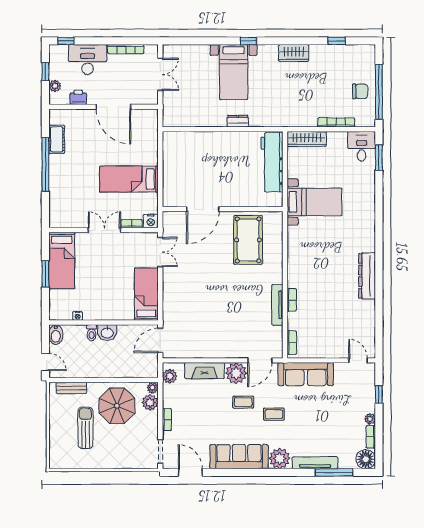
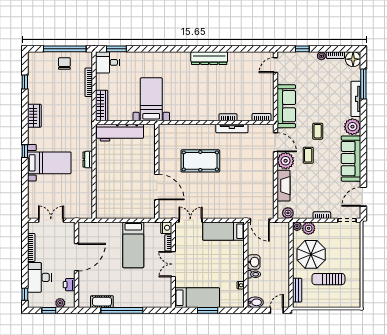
pool table: (248, 240) -> (200, 161), moved

